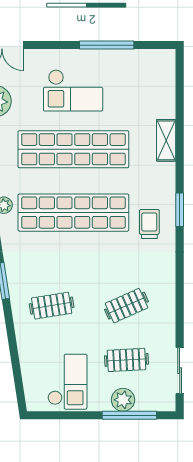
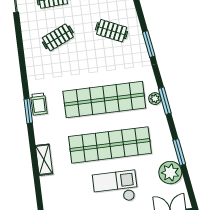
trolley: (149, 224) -> (39, 104), moved
clothes rail: (52, 306) -> (112, 31), turned 33

